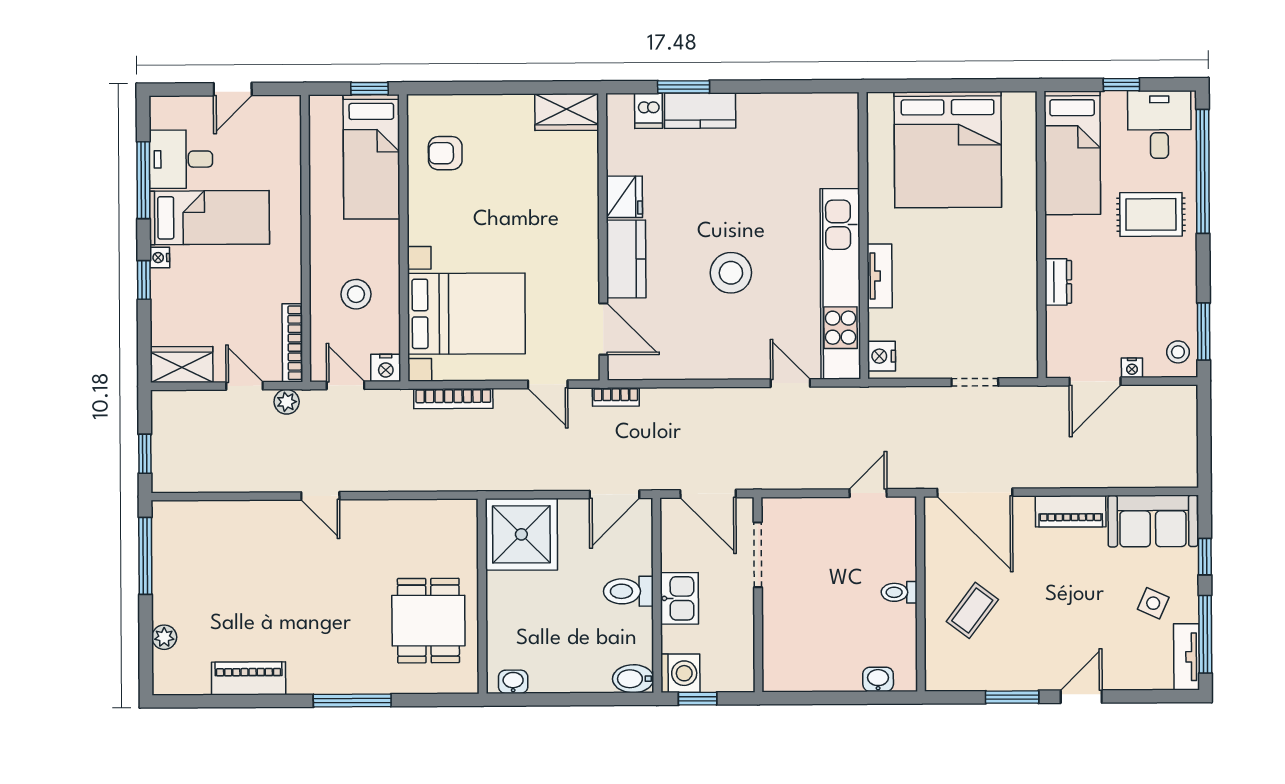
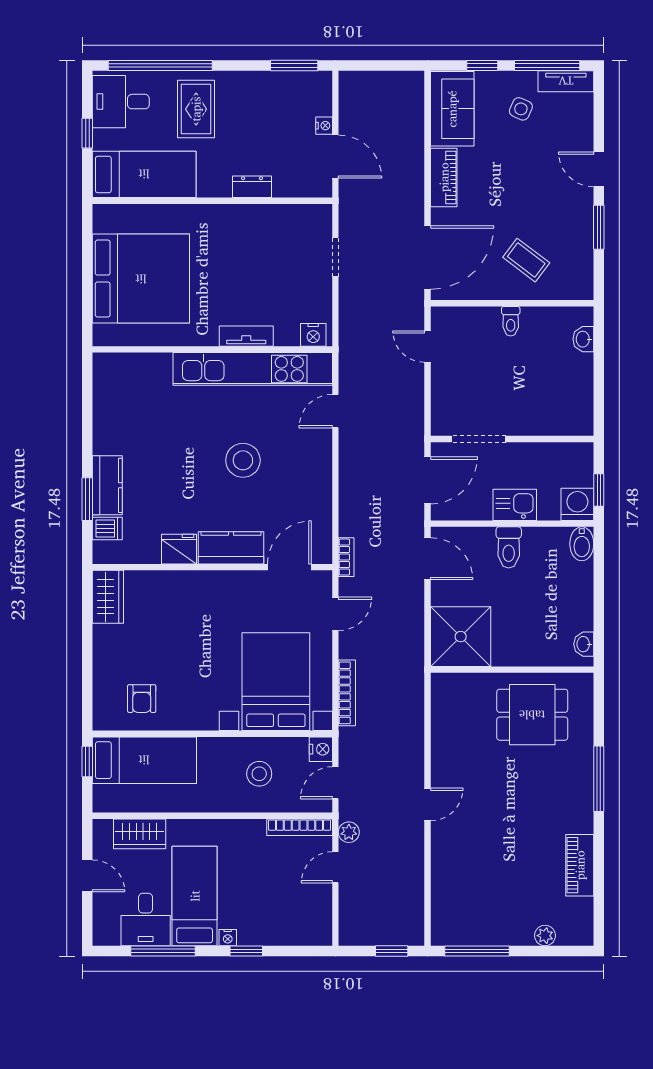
stool: (1178, 352) -> (311, 87), removed
wardrobe: (182, 364) -> (140, 834), moved, turned -90

